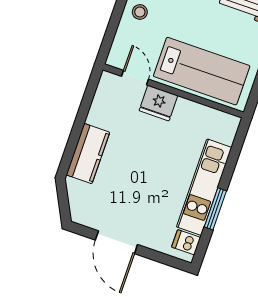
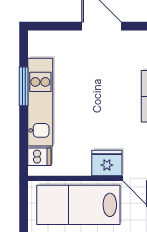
dishwasher: (186, 242) -> (39, 157), moved

